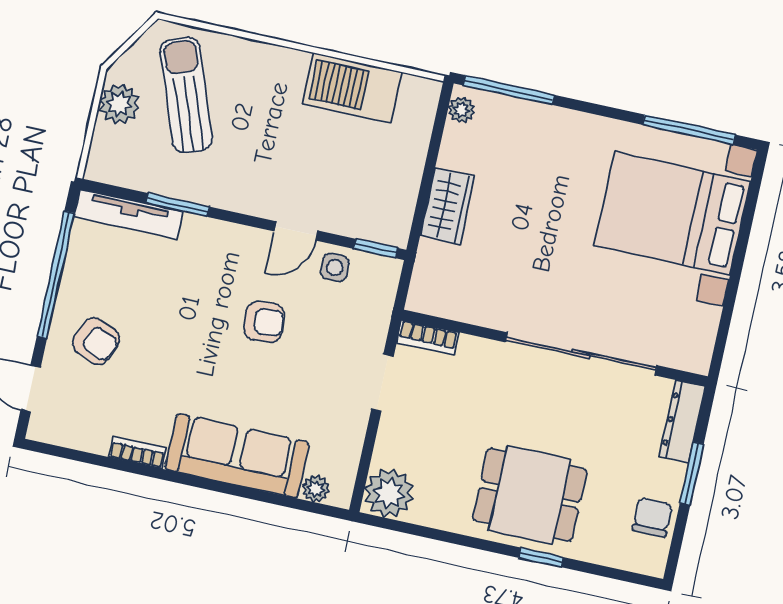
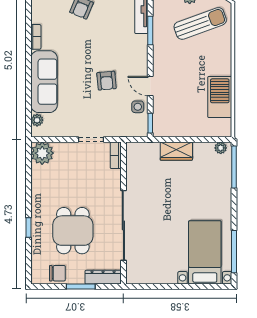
bed with nightstands: (672, 213) -> (205, 252), width x0.73
dining table: (530, 495) -> (73, 231), moved

